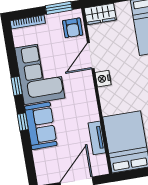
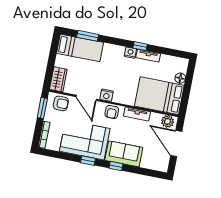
armchair: (85, 92) -> (112, 112), added
tv unit: (97, 138) -> (137, 114), moved
plant: (99, 163) -> (168, 121), added

